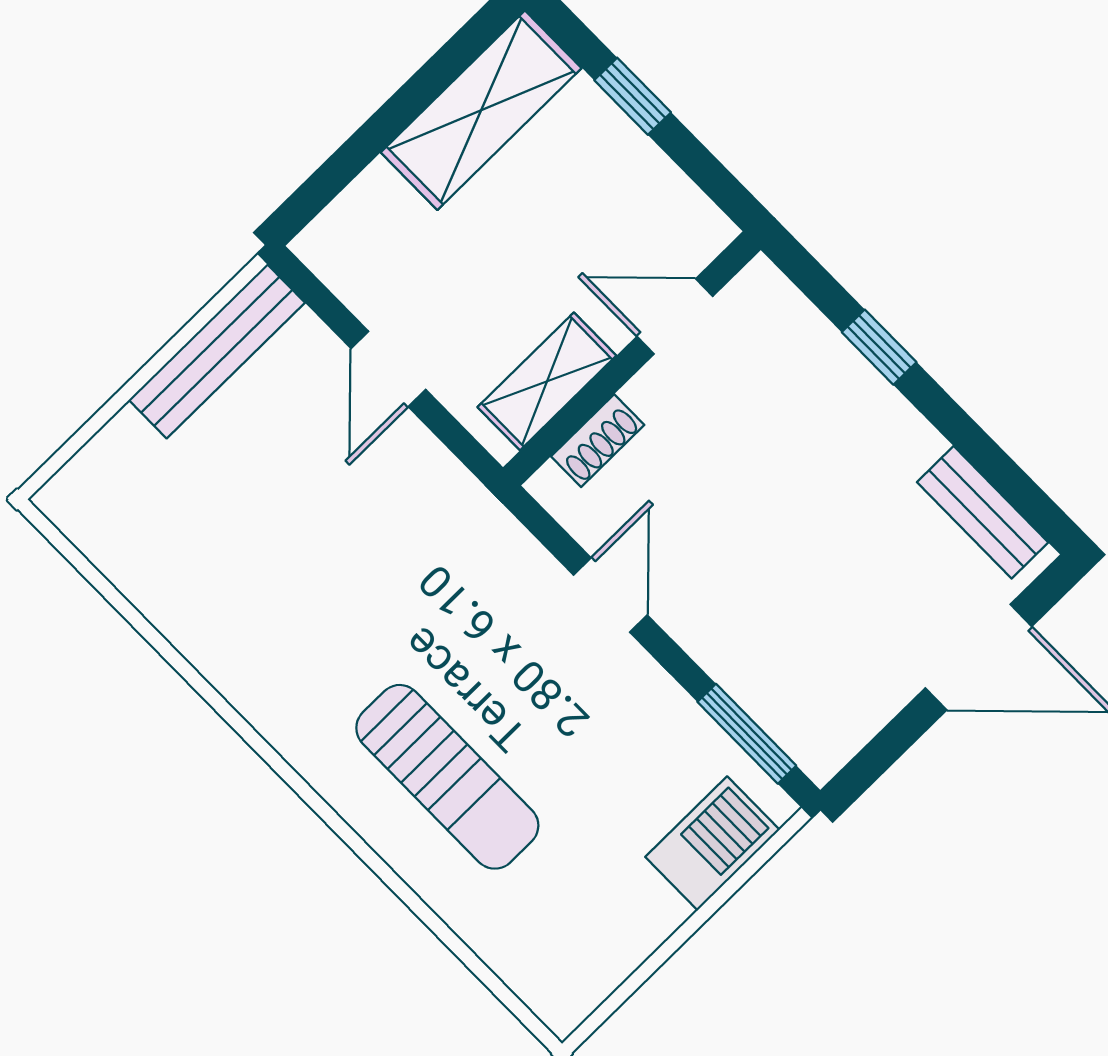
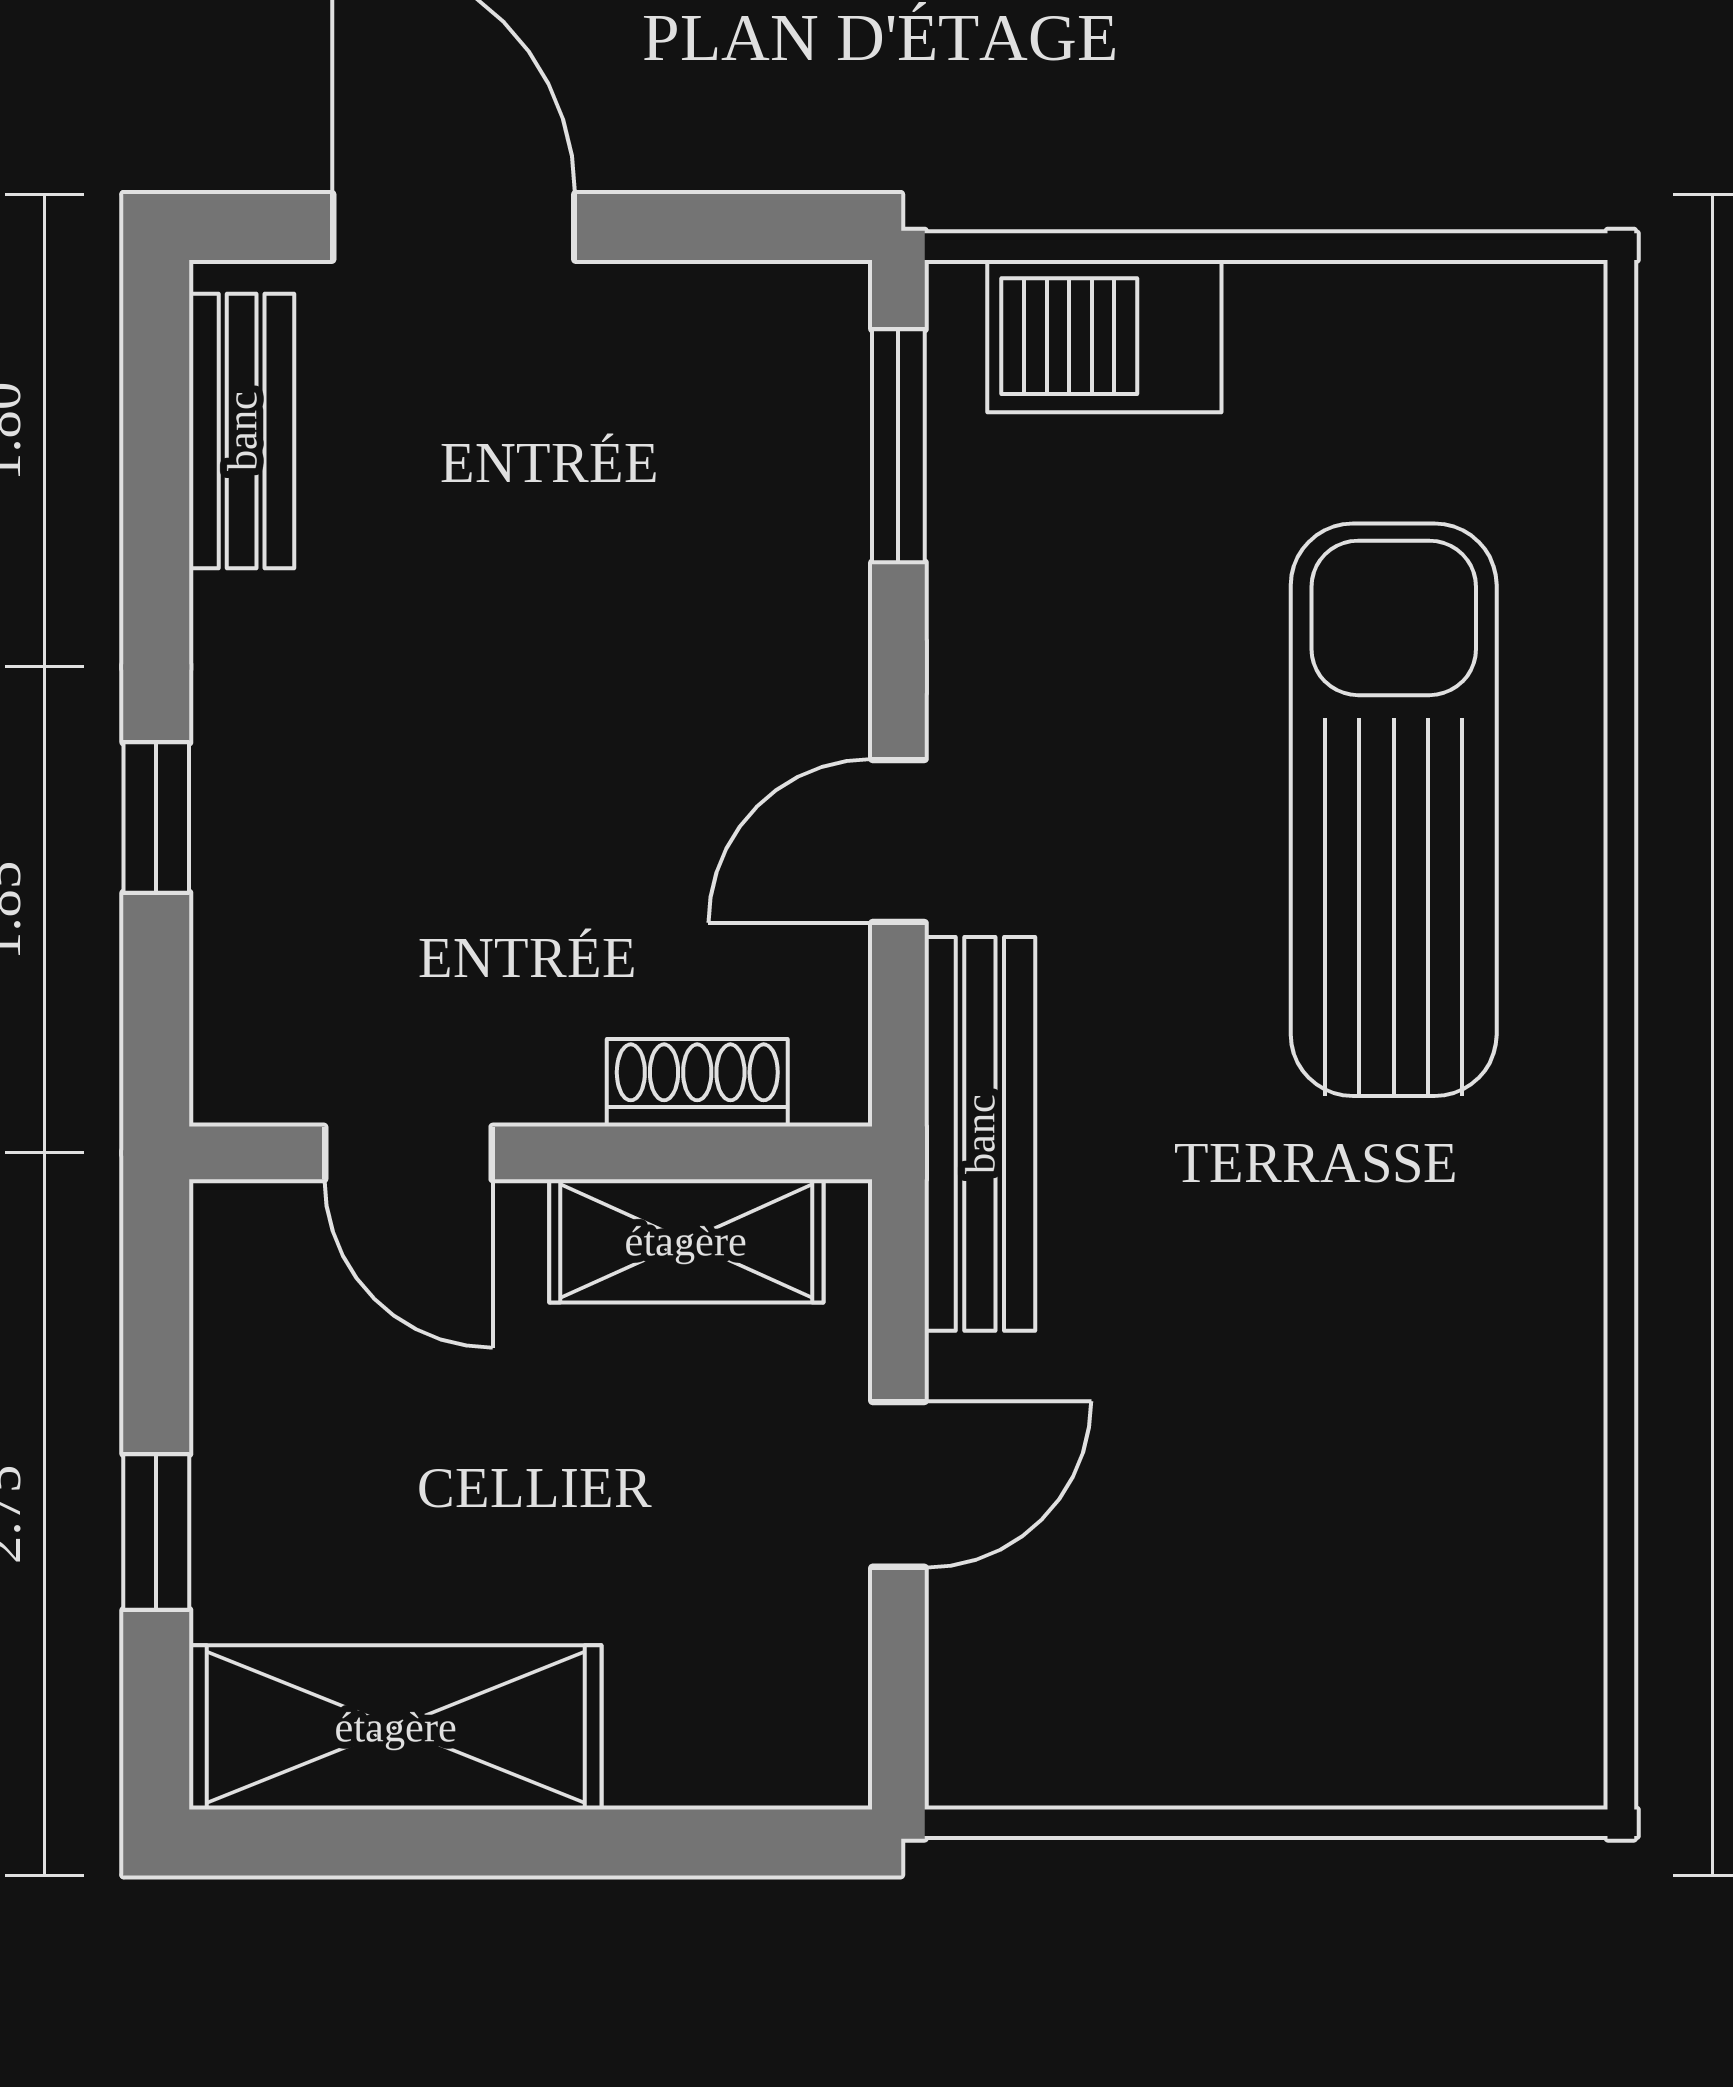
bench: (217, 351) -> (980, 1134), moved, turned 90
sun lounger: (447, 777) -> (1394, 810), width x1.36, depth x1.34

